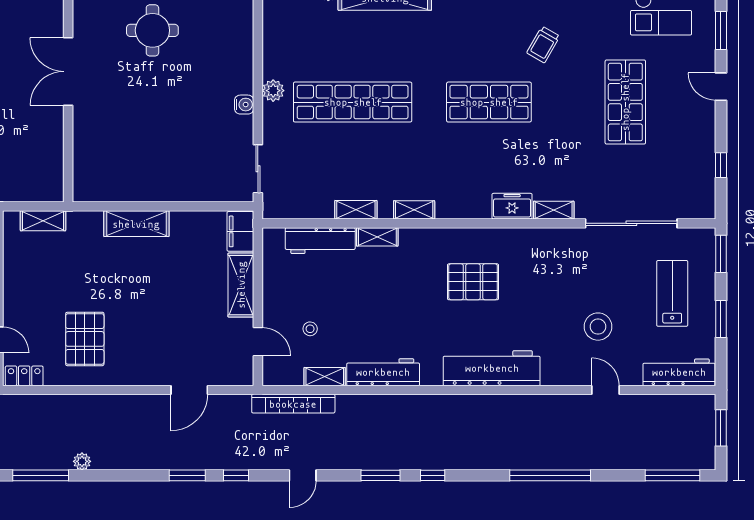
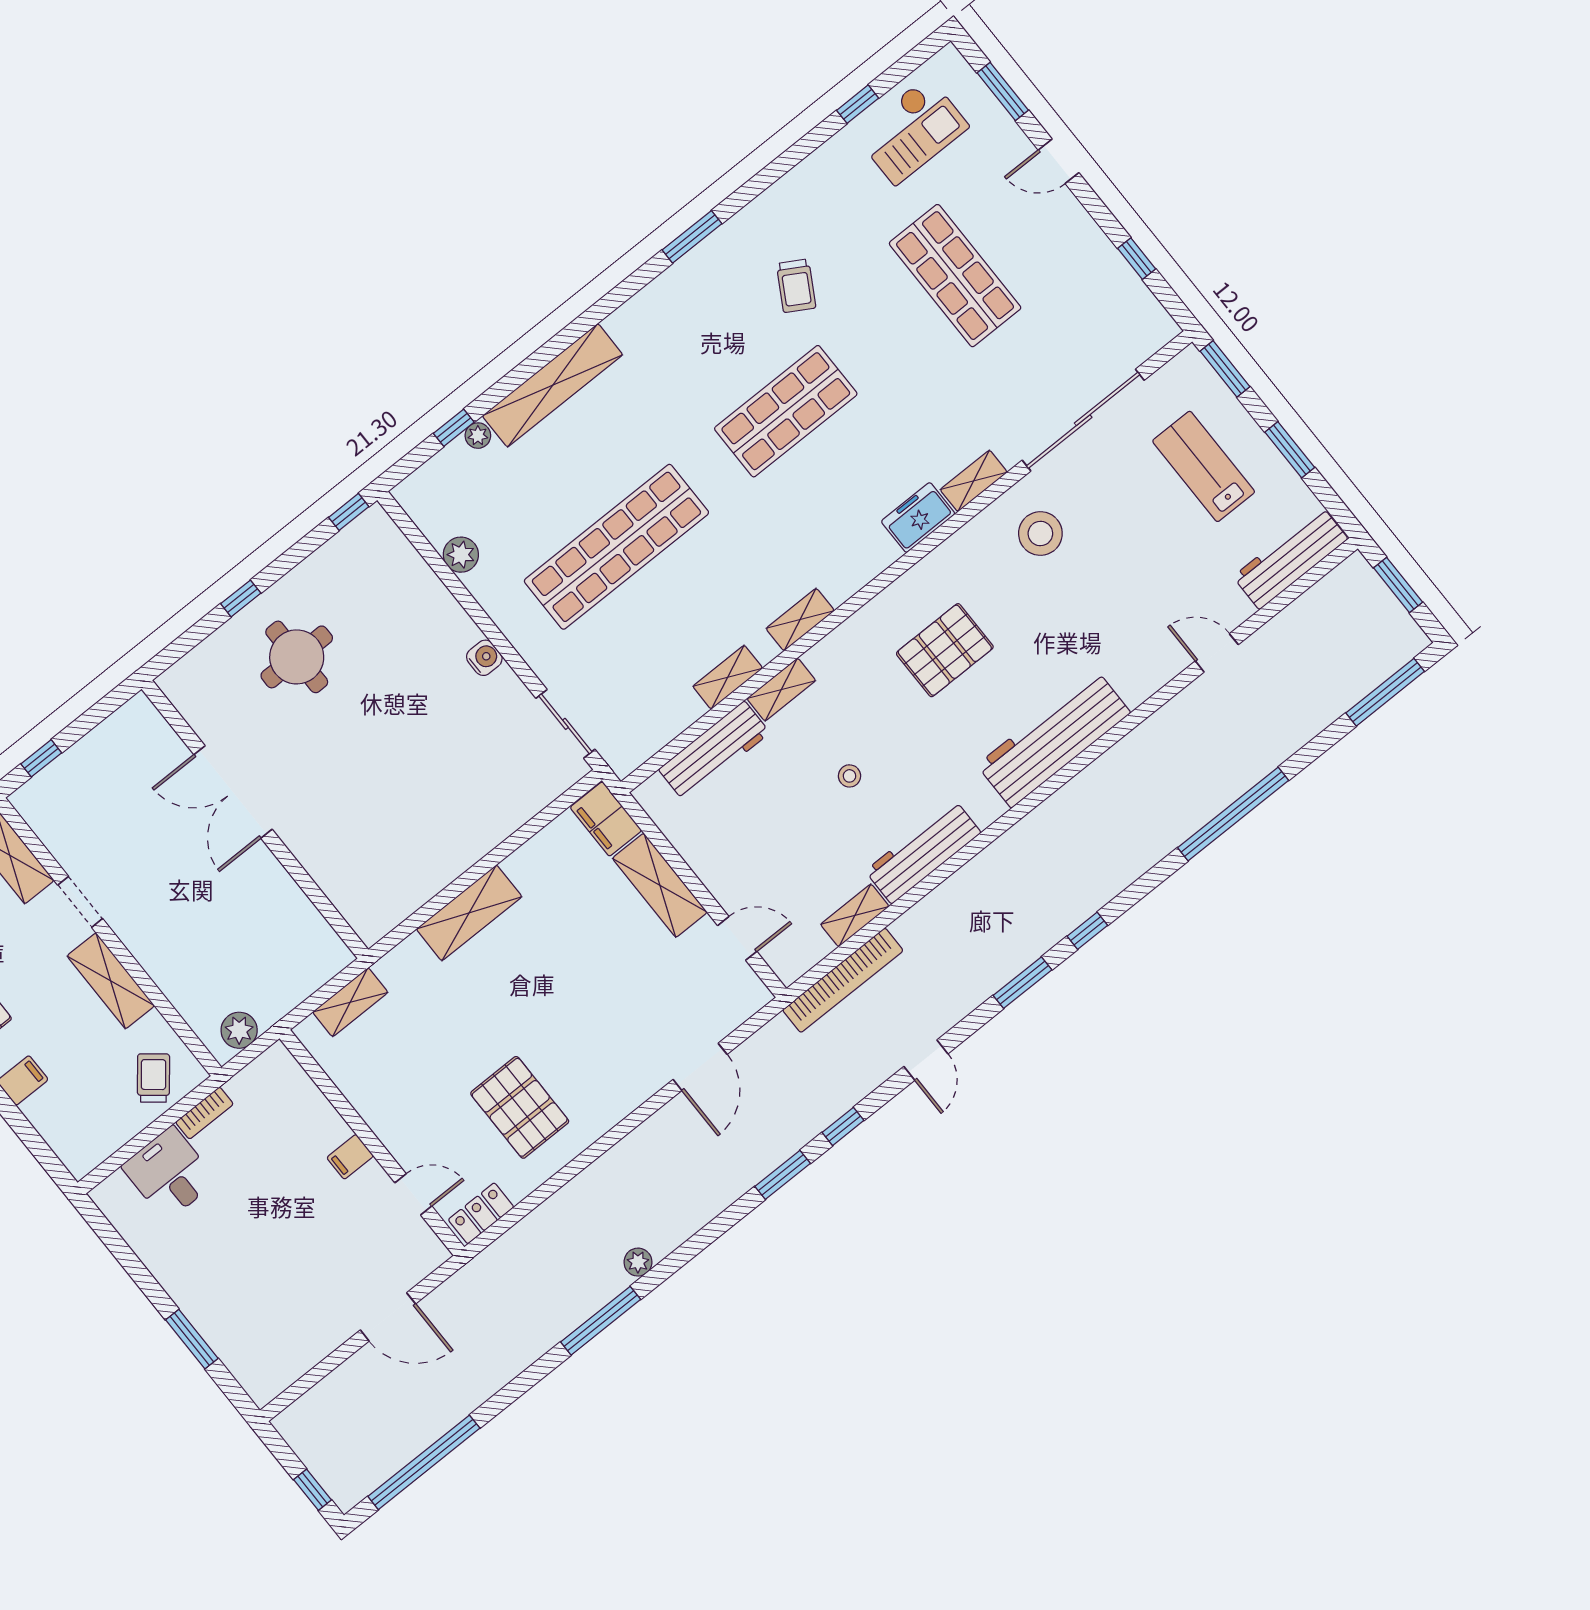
plant: (273, 91) -> (461, 555), moved
stool: (598, 327) -> (1040, 534), moved
stool: (310, 329) -> (850, 776), moved

